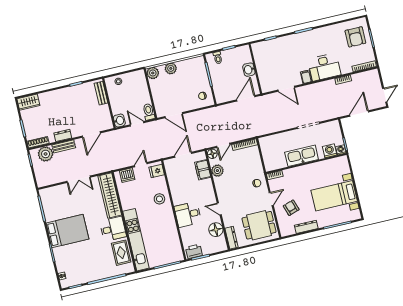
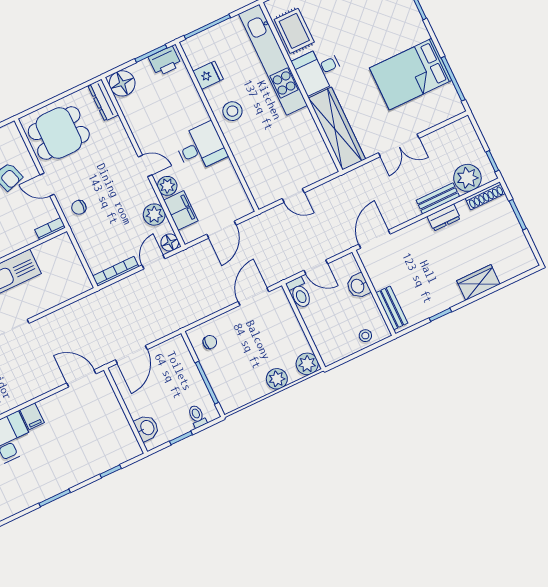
washbasin: (249, 70) -> (147, 428), moved
door: (286, 89) -> (81, 378), moved
wardrobe: (28, 102) -> (478, 282), moved
door: (174, 115) -> (253, 297), hinge flipped
washbasin: (119, 121) -> (358, 286), moved
door: (91, 134) -> (375, 239), moved
door: (141, 165) -> (293, 196), hinge flipped
fridge: (157, 171) -> (208, 75), moved
dishwasher: (127, 175) -> (313, 171), removed
double door: (79, 179) -> (399, 145), swing flipped
plant: (207, 184) -> (167, 186), added
stool: (159, 199) -> (232, 111), moved
door: (271, 199) -> (47, 185), hinge flipped
door: (219, 209) -> (145, 166), moved
desk: (188, 214) -> (201, 147), moved
floor lamp: (216, 230) -> (122, 83), moved
bed: (67, 231) -> (411, 74), moved

